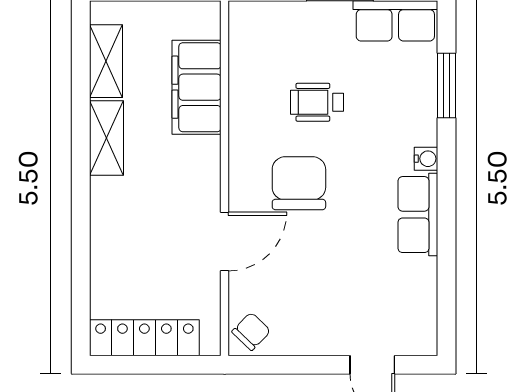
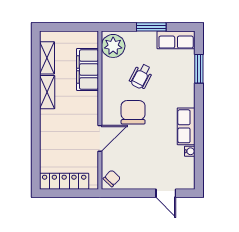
plant: (254, 34) -> (113, 46), added
wheelchair: (317, 102) -> (141, 76), turned -62
water cooler: (426, 159) -> (190, 151), moved

